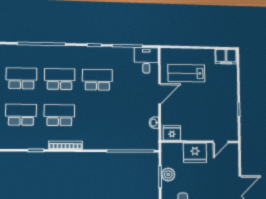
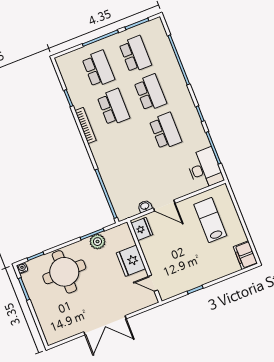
desk: (146, 60) -> (205, 169), width x1.37
door: (160, 94) -> (164, 206), moved

